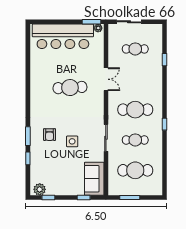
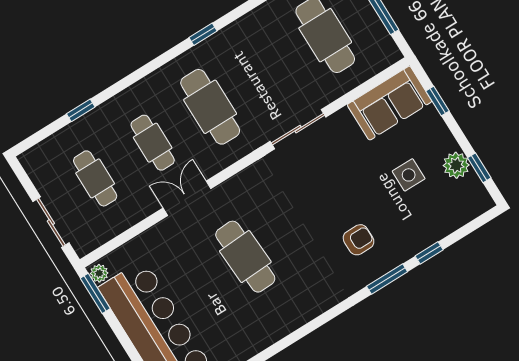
cafe table: (135, 140) -> (153, 143), moved
side table: (72, 141) -> (409, 175), moved
plant: (40, 189) -> (456, 165), moved

